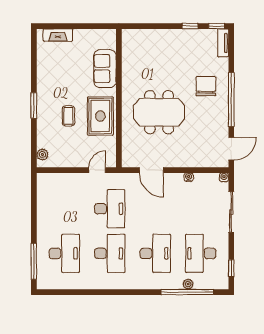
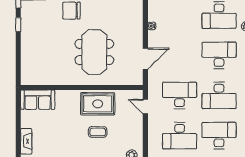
sofa: (105, 69) -> (38, 100), moved
desk: (64, 209) -> (180, 136), added
desk: (110, 253) -> (219, 95), turned 180

